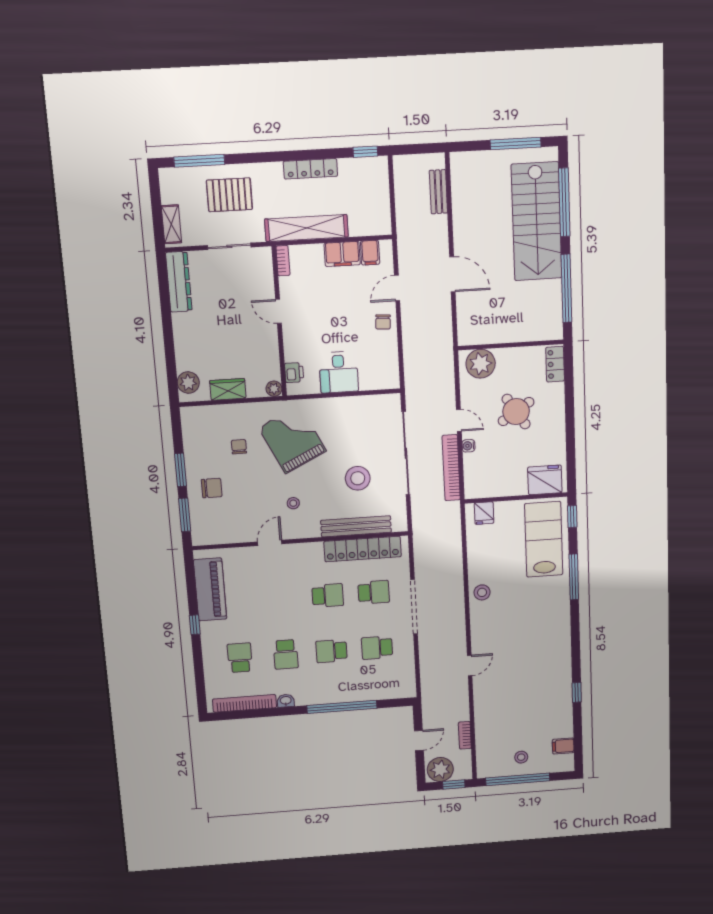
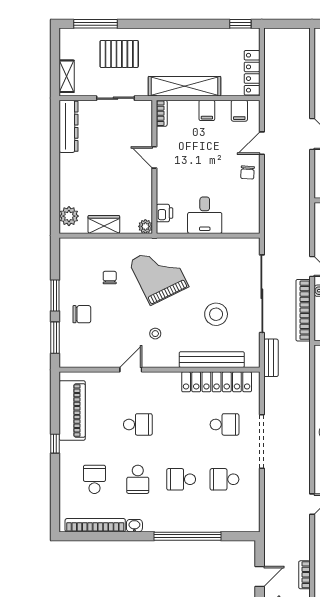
locker: (310, 169) -> (252, 73), moved, turned 90
bench: (438, 192) -> (271, 358), moved
filing cabinet: (342, 254) -> (207, 110), width x0.50
school desk: (328, 596) -> (138, 424), moved

